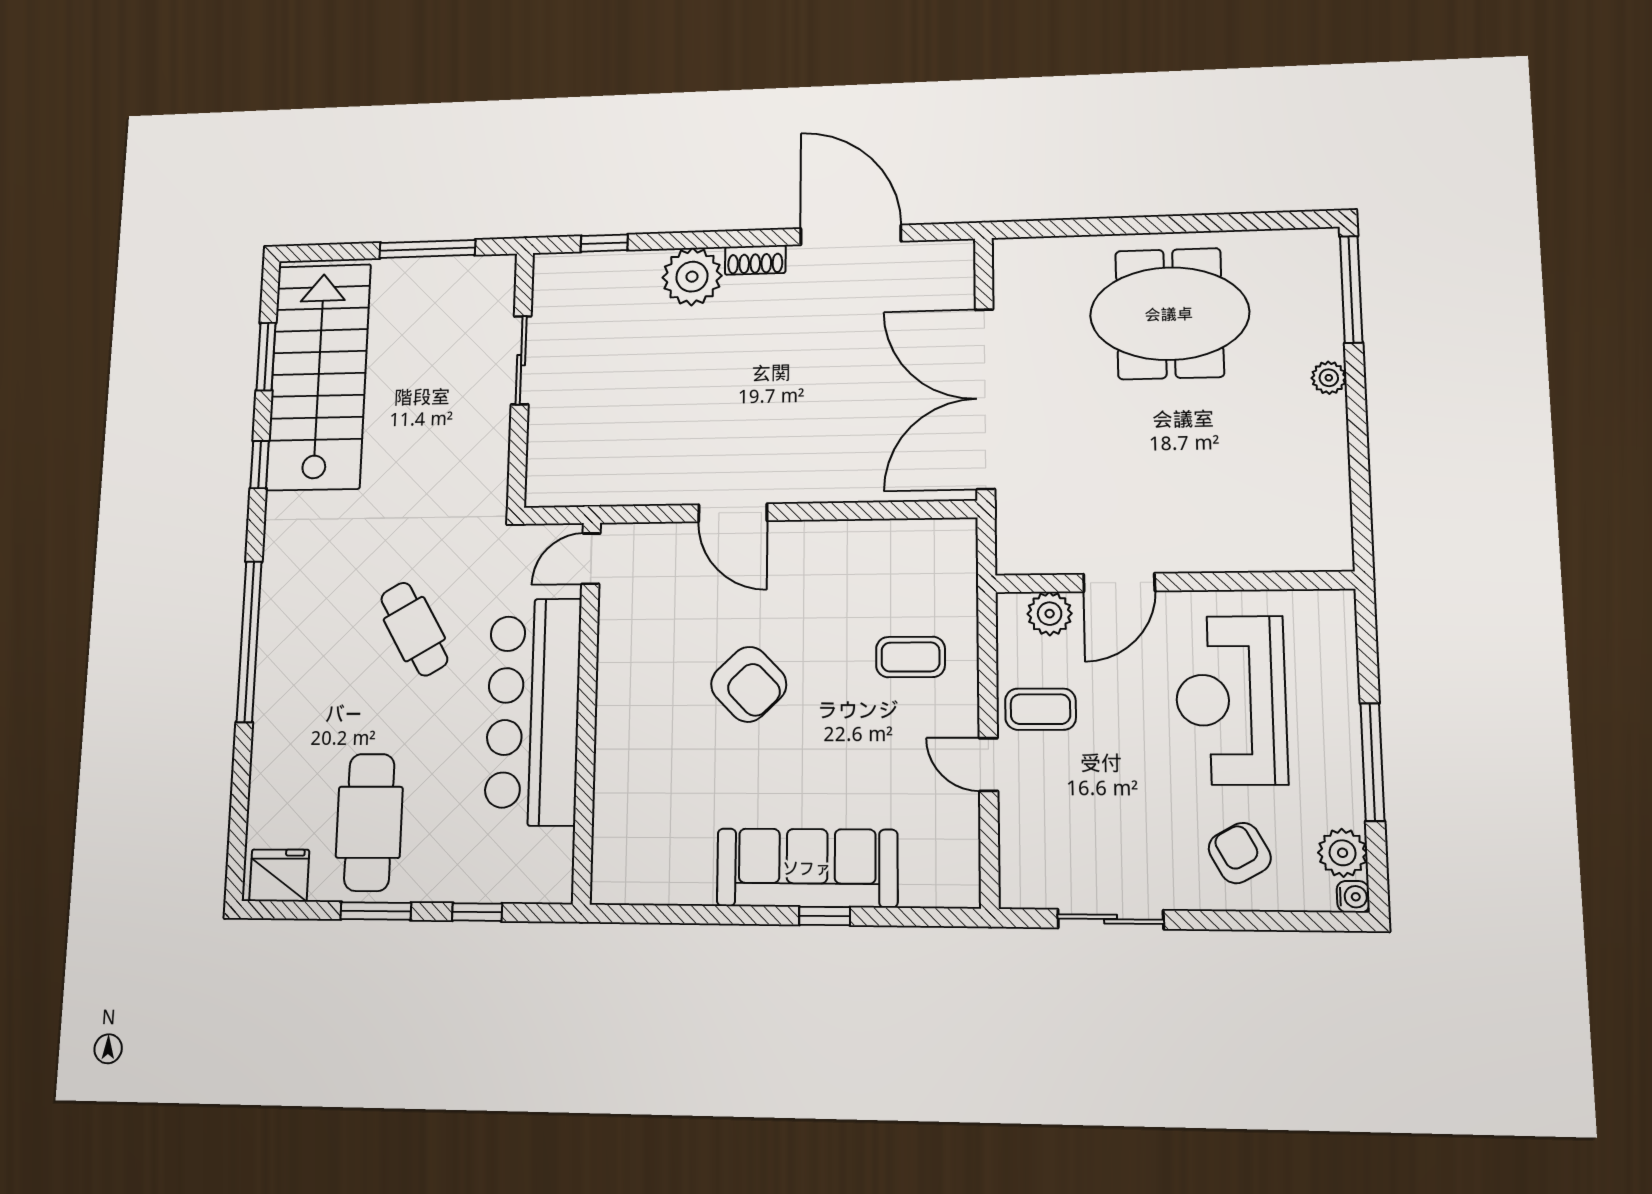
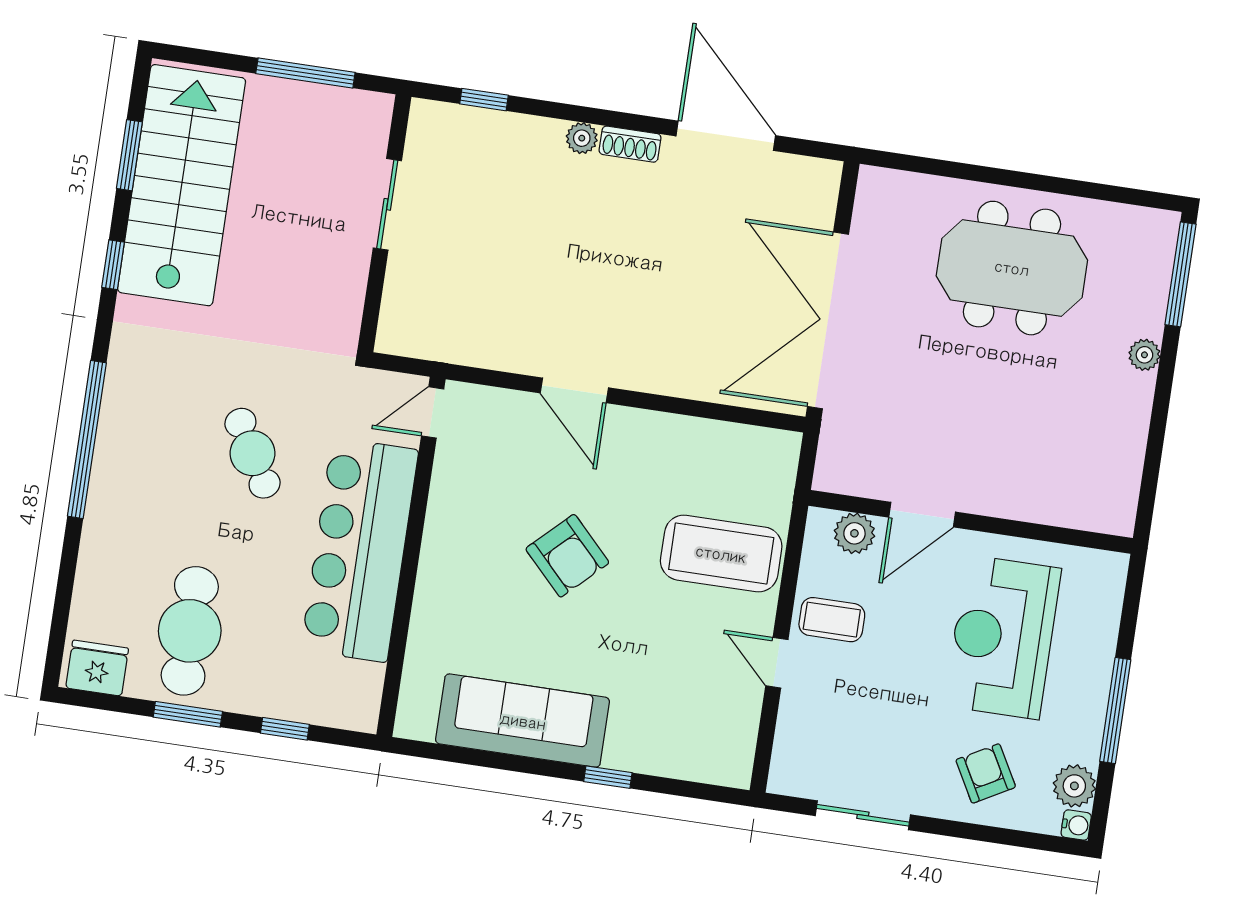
plant: (692, 277) -> (582, 138), width x0.53, depth x0.53
coffee table: (911, 657) -> (721, 554), width x1.86, depth x1.72
sofa: (807, 868) -> (523, 721), moved

